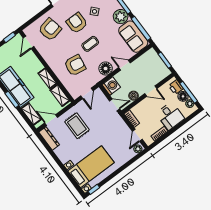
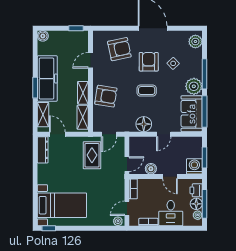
door: (29, 42) -> (90, 60), moved
armchair: (75, 65) -> (106, 96), moved
door: (125, 65) -> (164, 134), swing flipped
washing machine: (111, 86) -> (194, 166), moved, turned -90
door: (115, 105) -> (127, 164), hinge flipped
rug: (77, 126) -> (92, 155), moved

